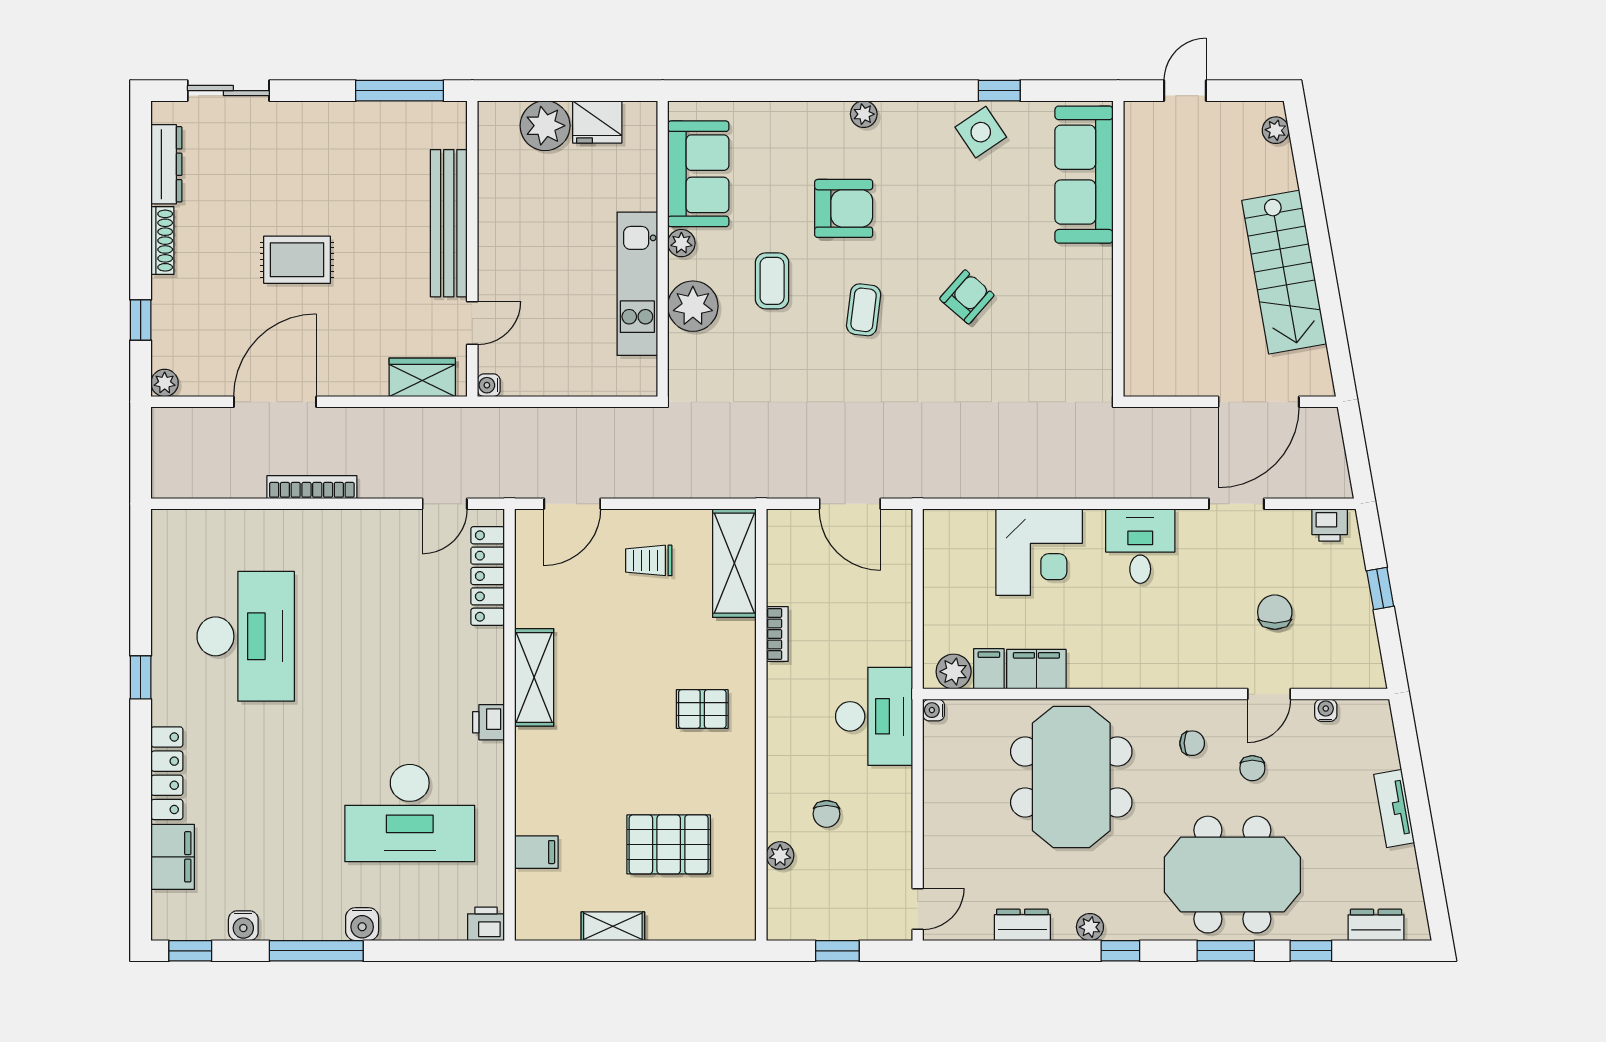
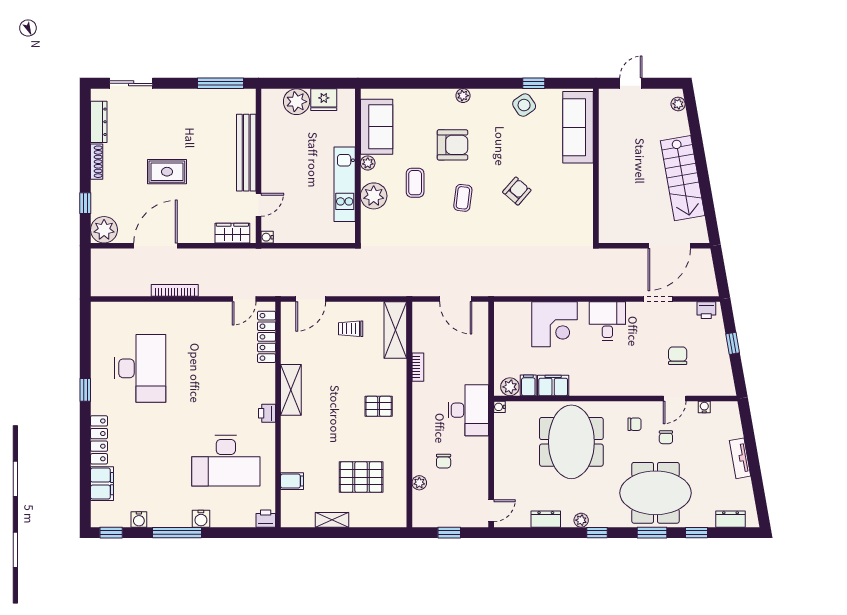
plant: (165, 383) -> (104, 230), width x1.88, depth x1.88

